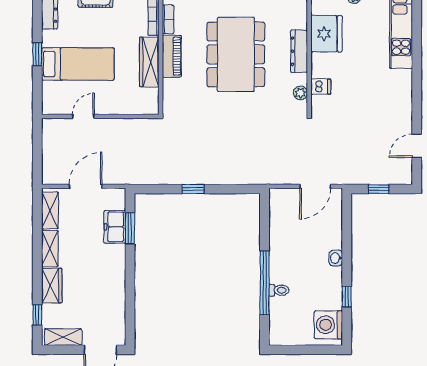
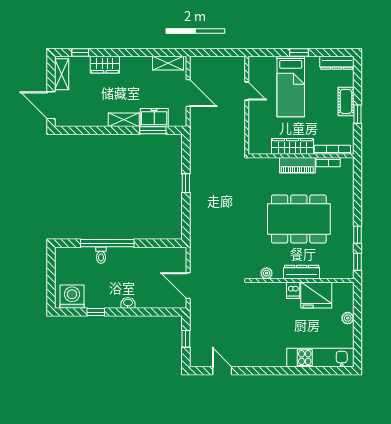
dishwasher: (321, 87) -> (293, 290), moved
shelving: (50, 248) -> (124, 120), moved

